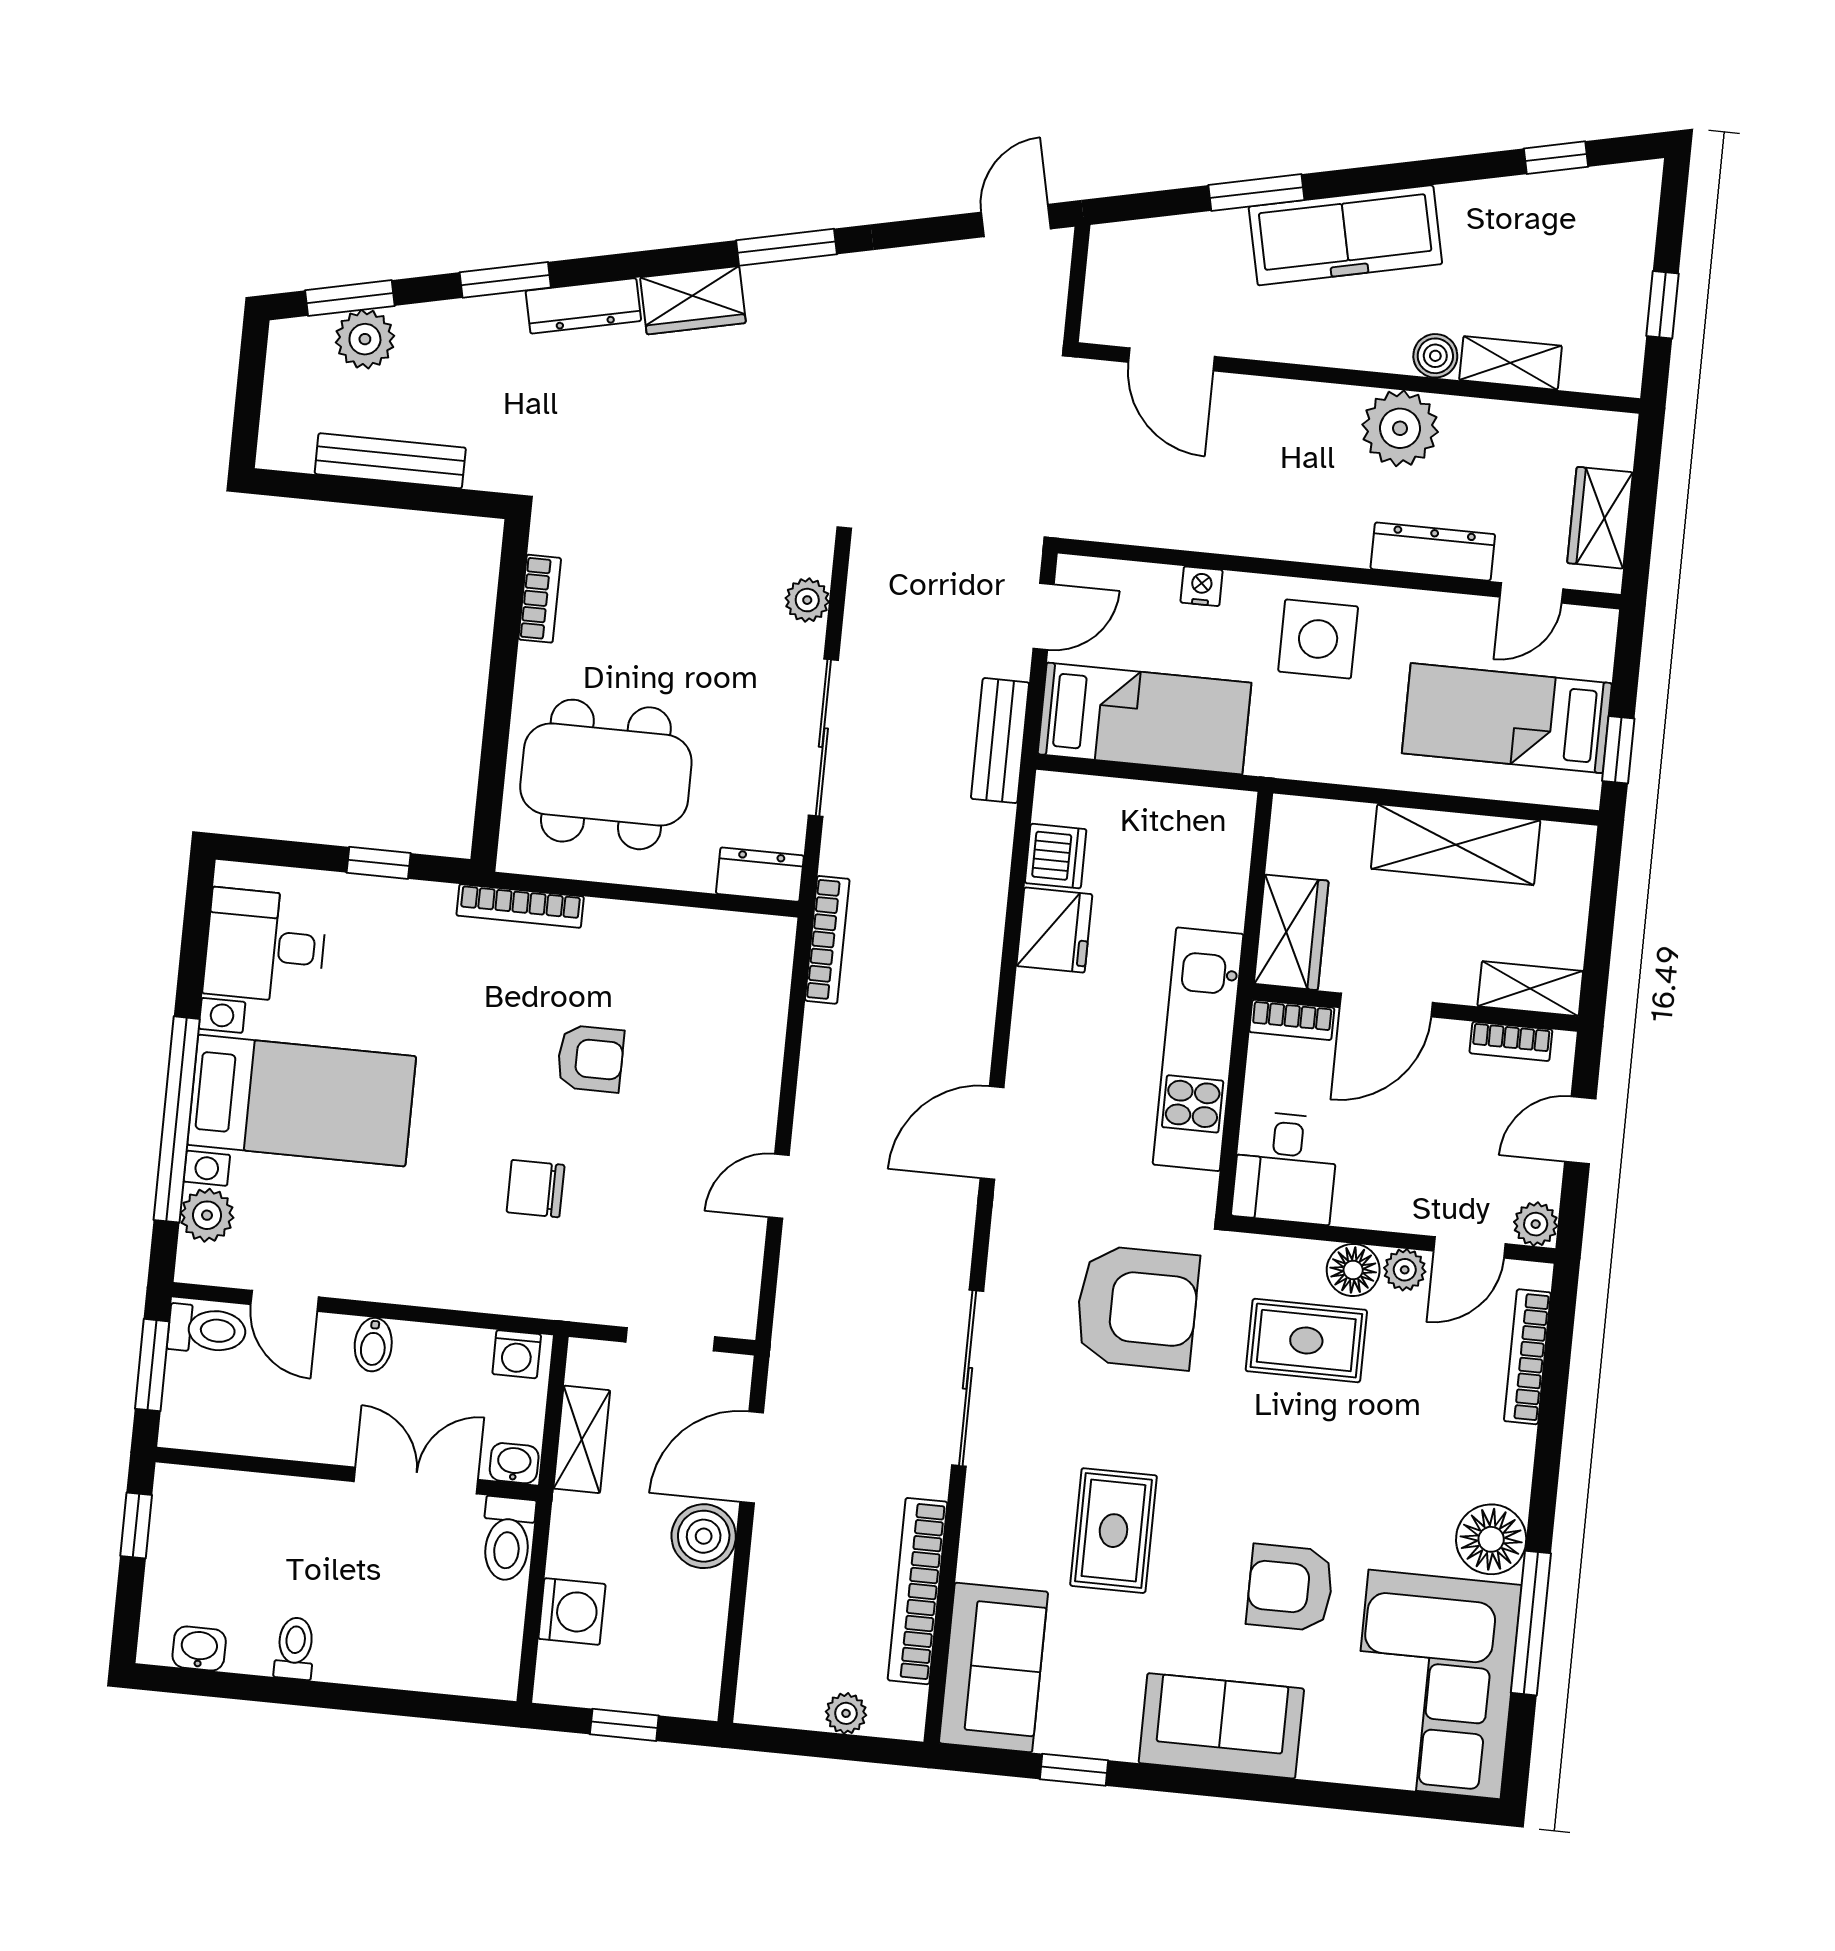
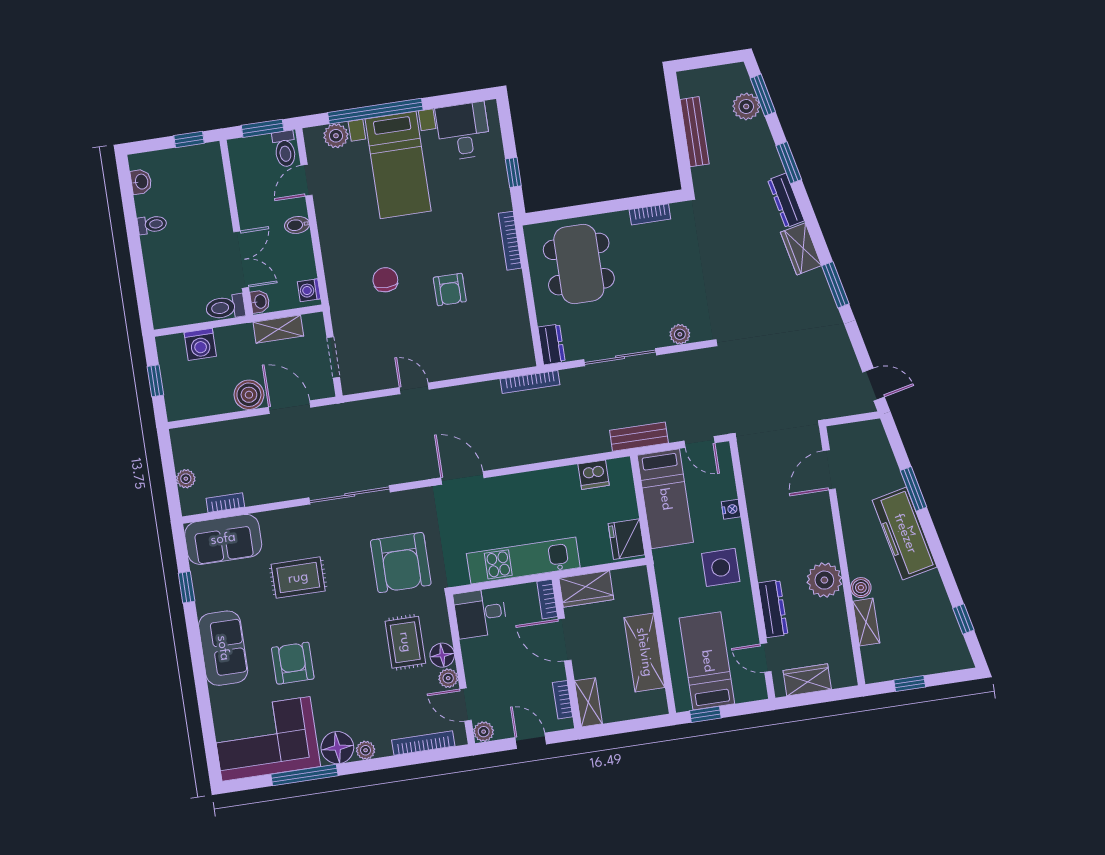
fridge: (1054, 930) -> (627, 539), moved, turned 90
plant: (1512, 1482) -> (366, 750), added
bookcase: (918, 1591) -> (225, 503), width x0.43, depth x0.76

